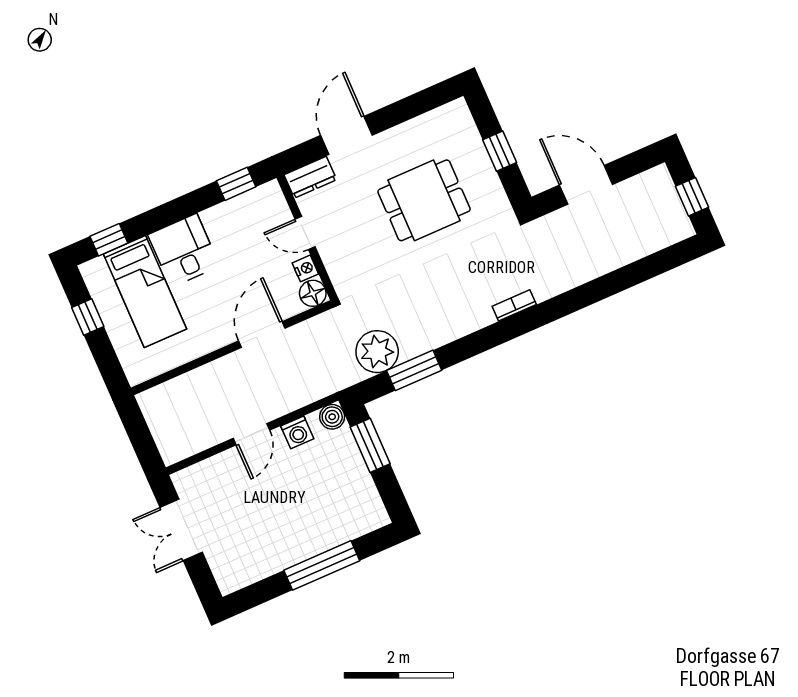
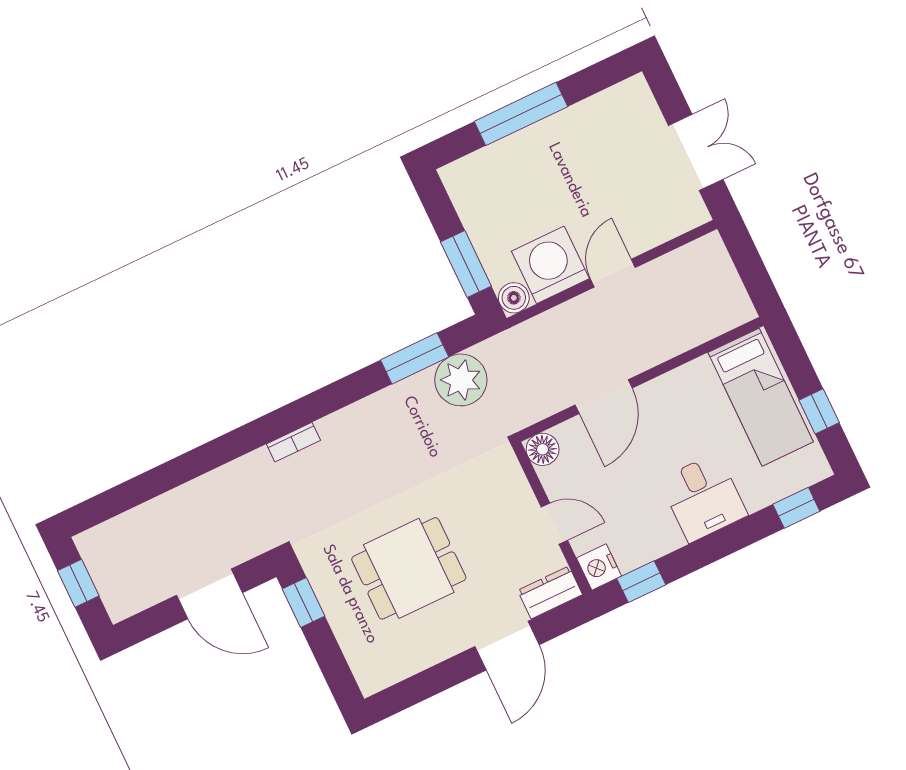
window: (500, 151) -> (303, 603), moved
nightstand: (305, 268) -> (599, 567), moved, width x1.39, depth x1.35
bed: (145, 292) -> (761, 397), moved, turned 180
washing machine: (297, 432) -> (550, 265), width x1.89, depth x1.89

